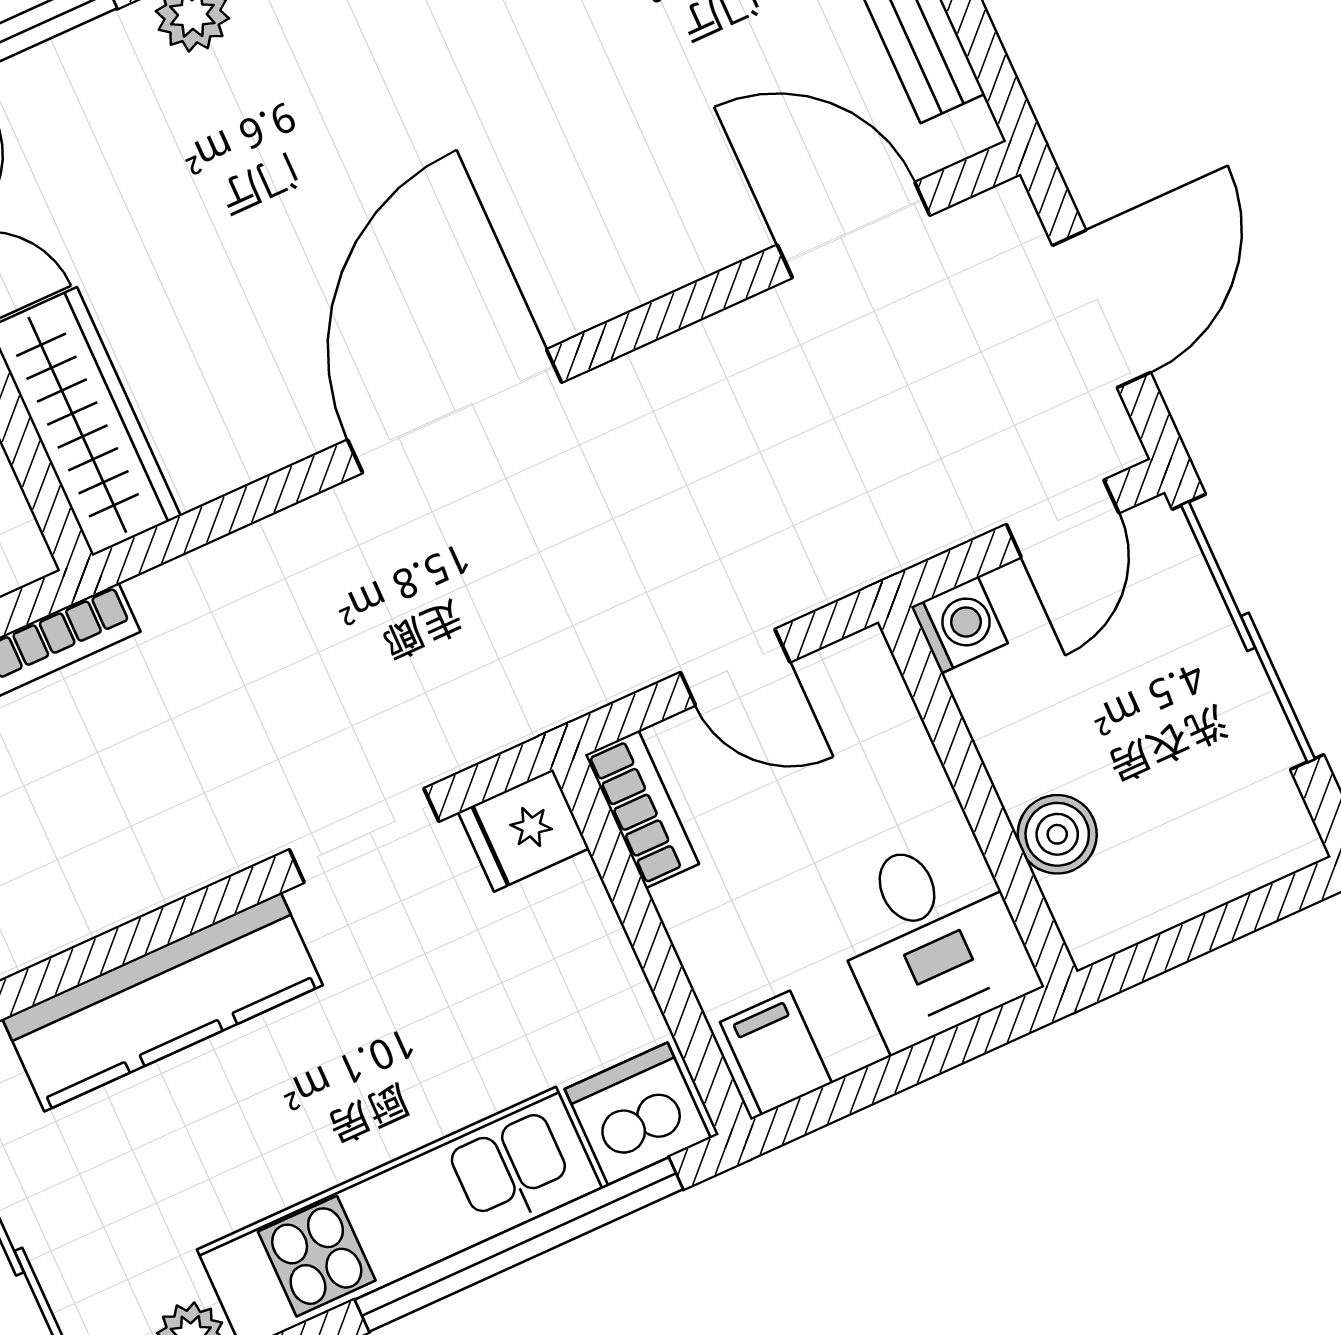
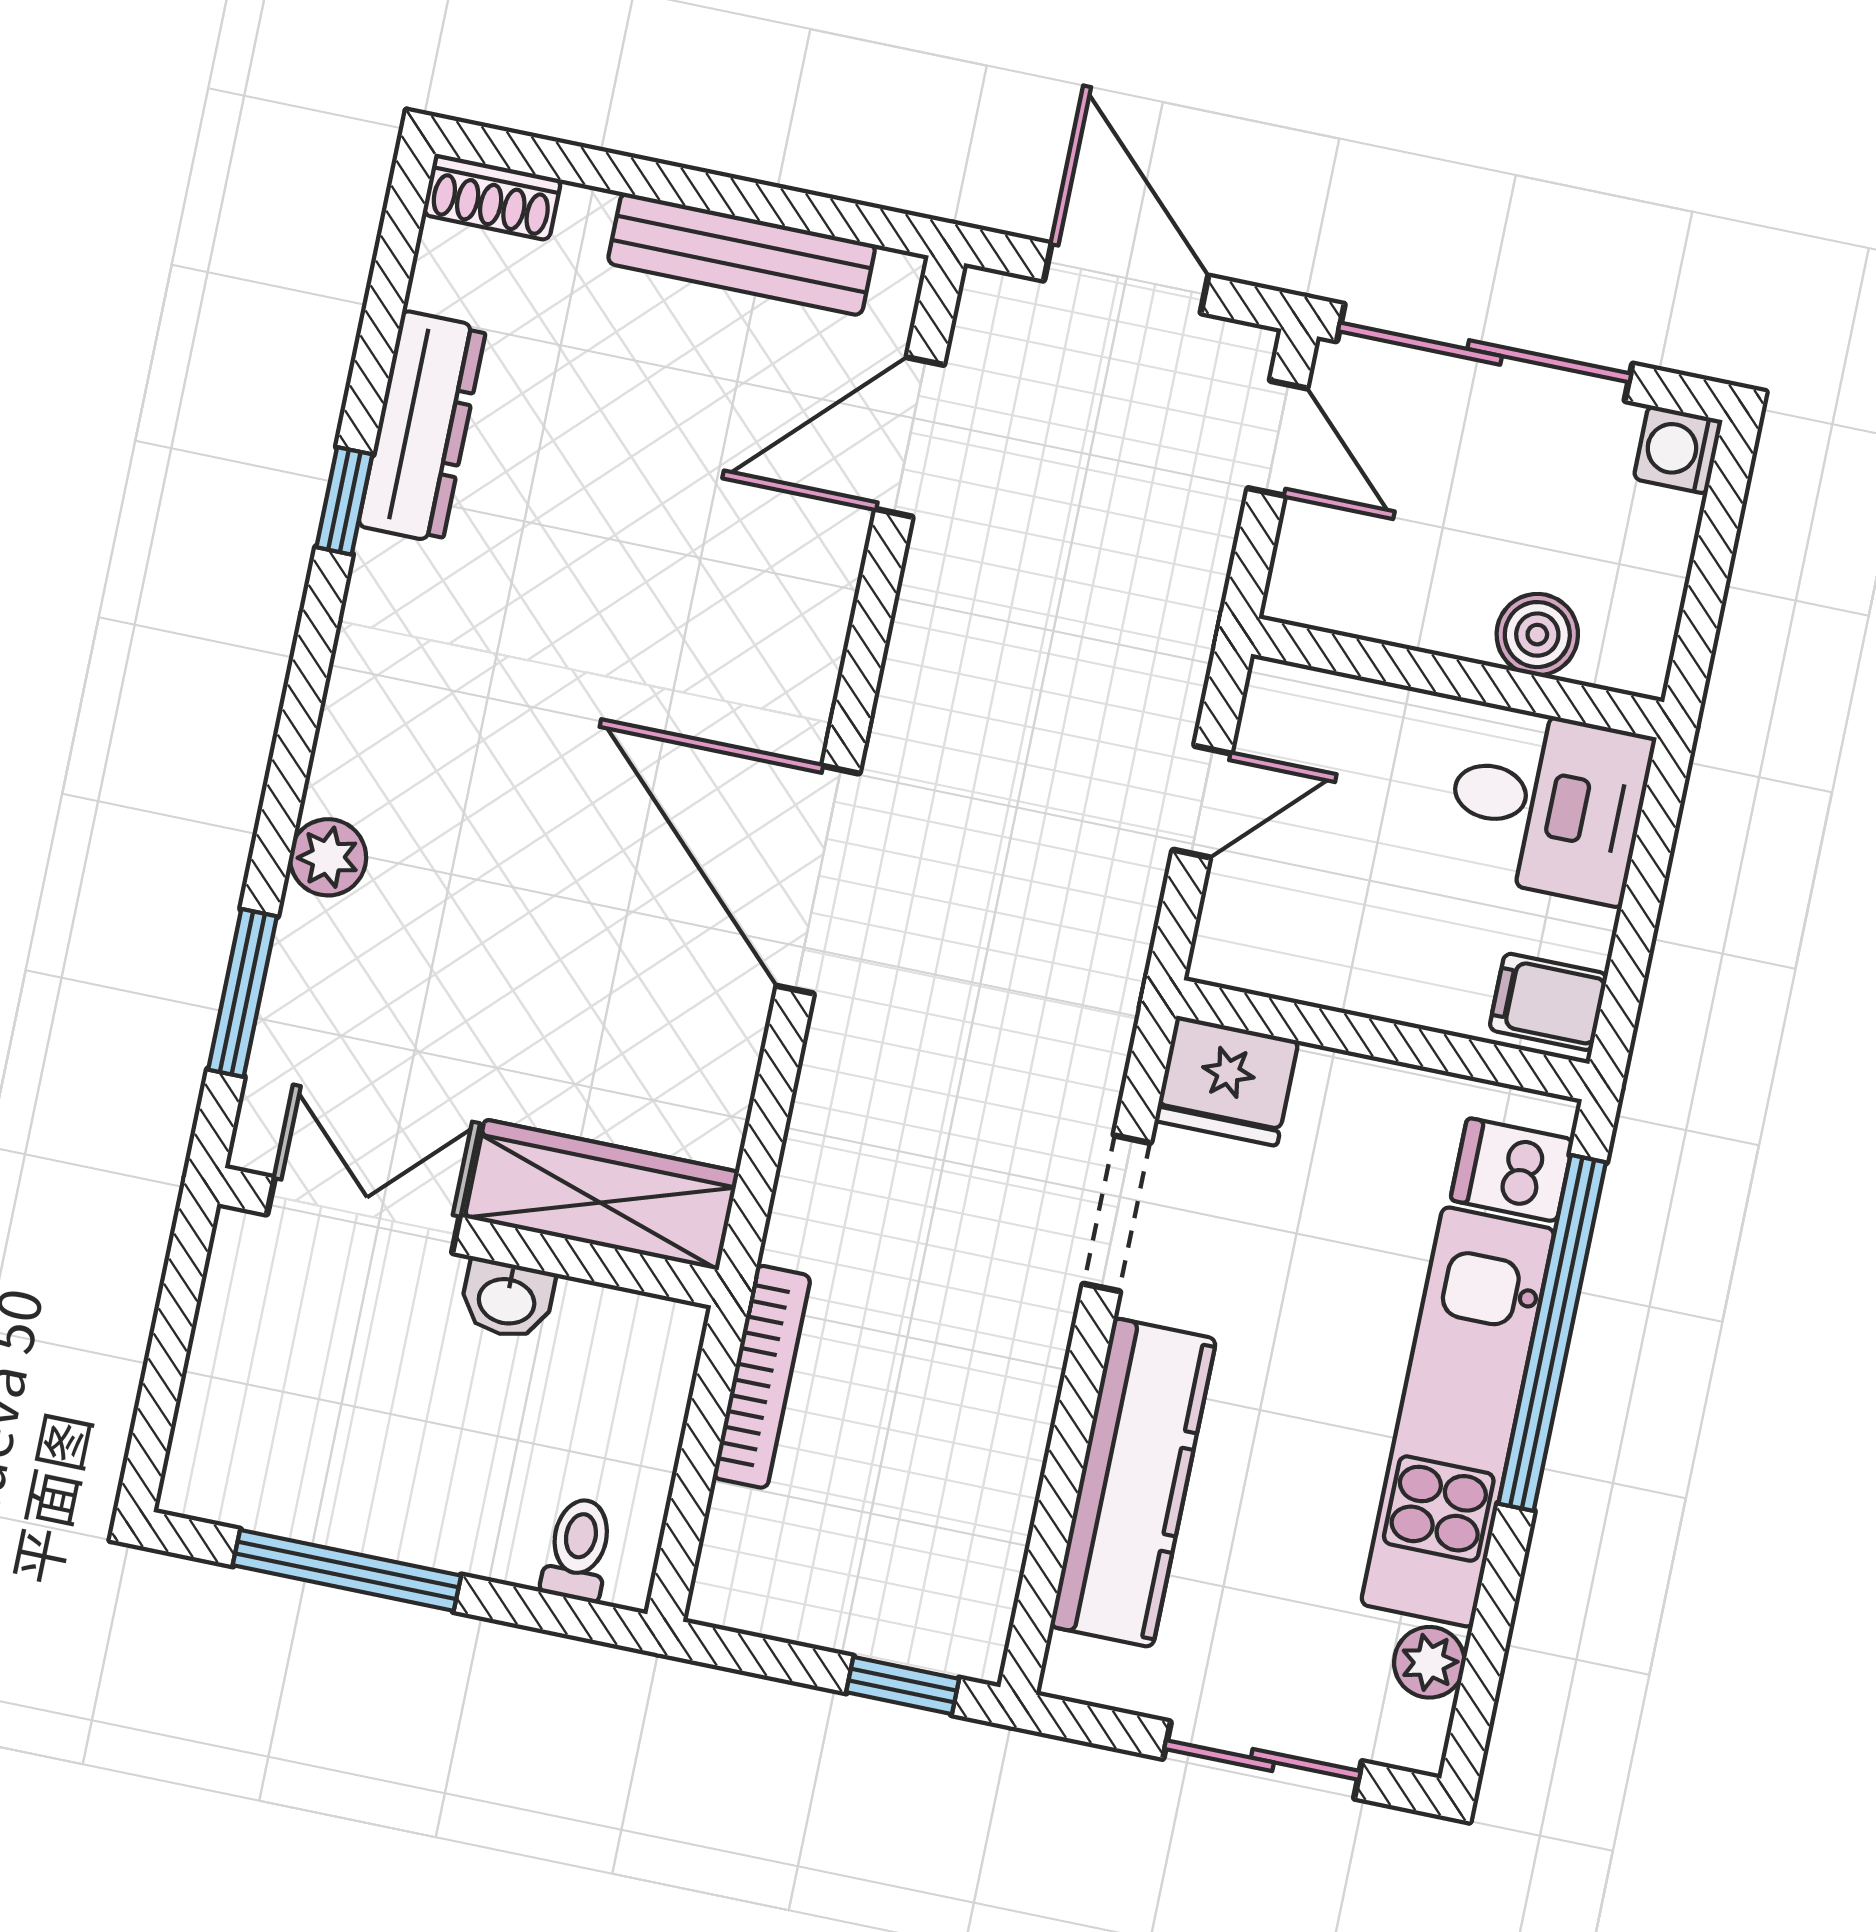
washing machine: (959, 625) -> (1678, 450), moved, turned -90
bookcase: (642, 809) -> (1264, 966), removed
fridge: (524, 830) -> (1227, 1081), width x1.38
dishwasher: (638, 1114) -> (1512, 1170), width x0.73

